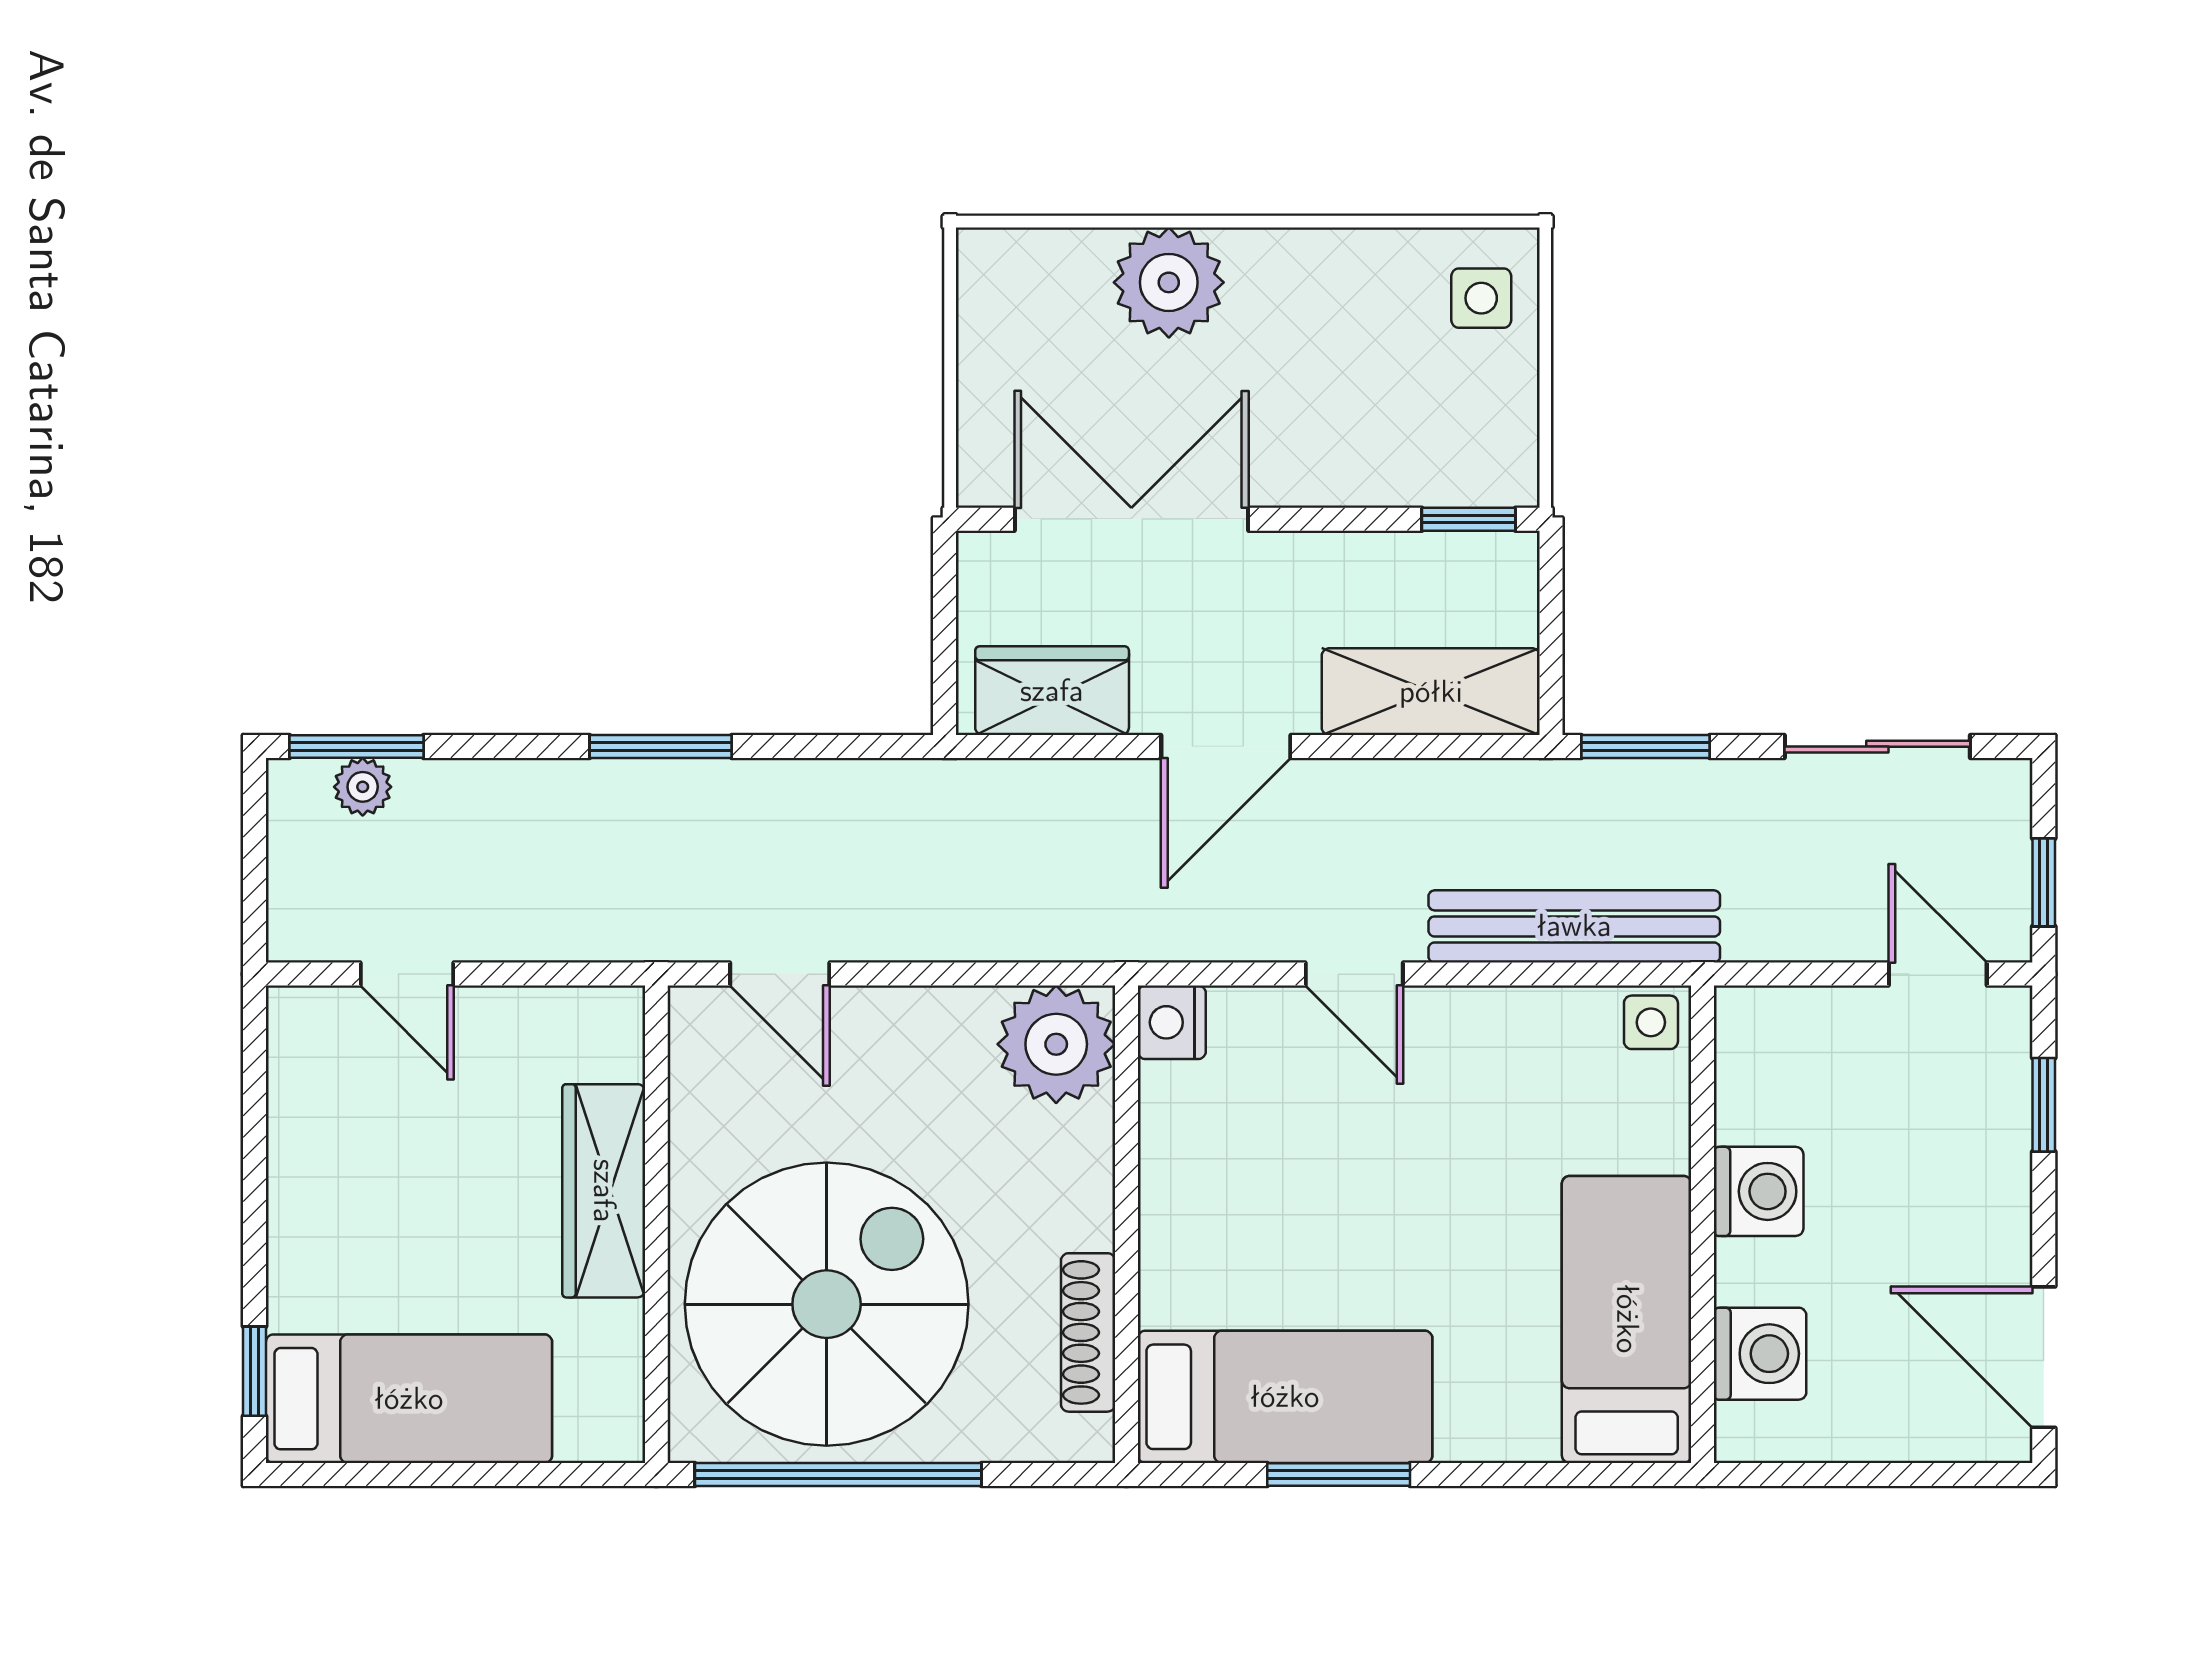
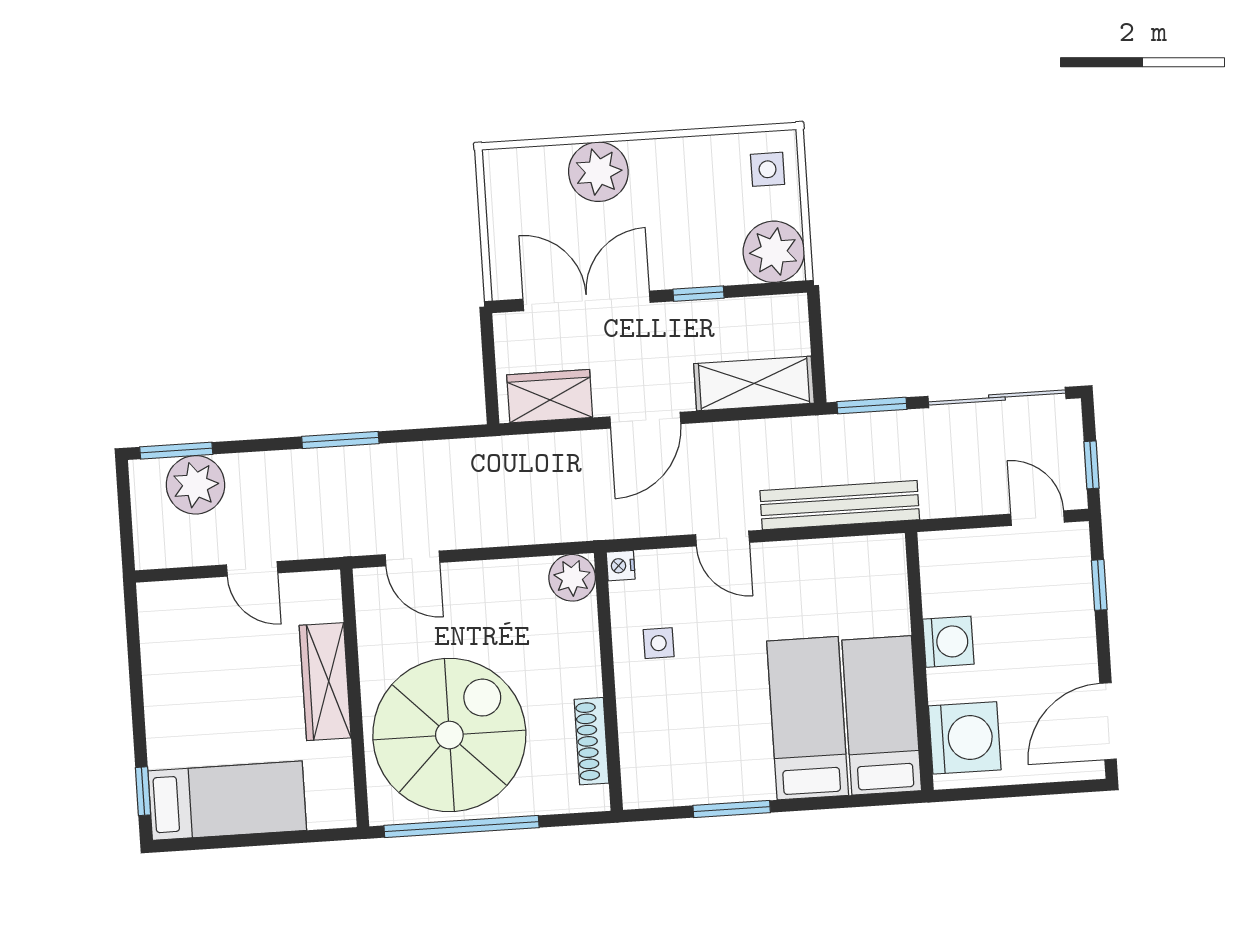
plant: (1483, 451) -> (774, 252), added
window: (1469, 519) -> (699, 294), moved
sliding door: (1877, 747) -> (997, 397), width x1.37
plant: (363, 787) -> (195, 485), width x1.88, depth x1.88
door: (407, 974) -> (252, 569), moved
nightstand: (1172, 1022) -> (621, 566), width x0.72, depth x0.74
side table: (1651, 1022) -> (659, 643), moved
plant: (1056, 1044) -> (572, 578), width x0.73, depth x0.73
washing machine: (1760, 1354) -> (965, 738), width x1.37, depth x1.37
door: (2044, 1357) -> (1108, 721), hinge flipped
bed: (1285, 1397) -> (808, 718), moved, turned -90

